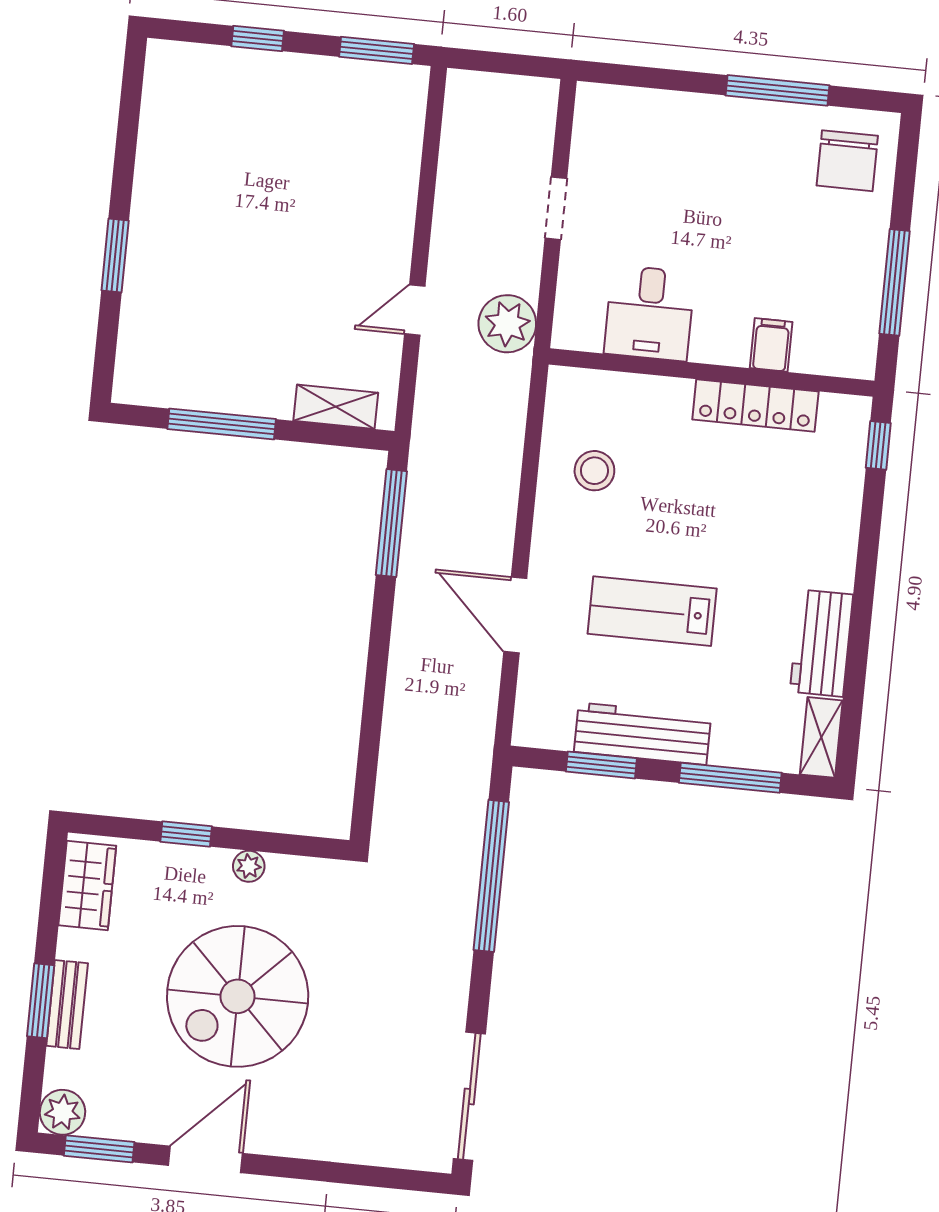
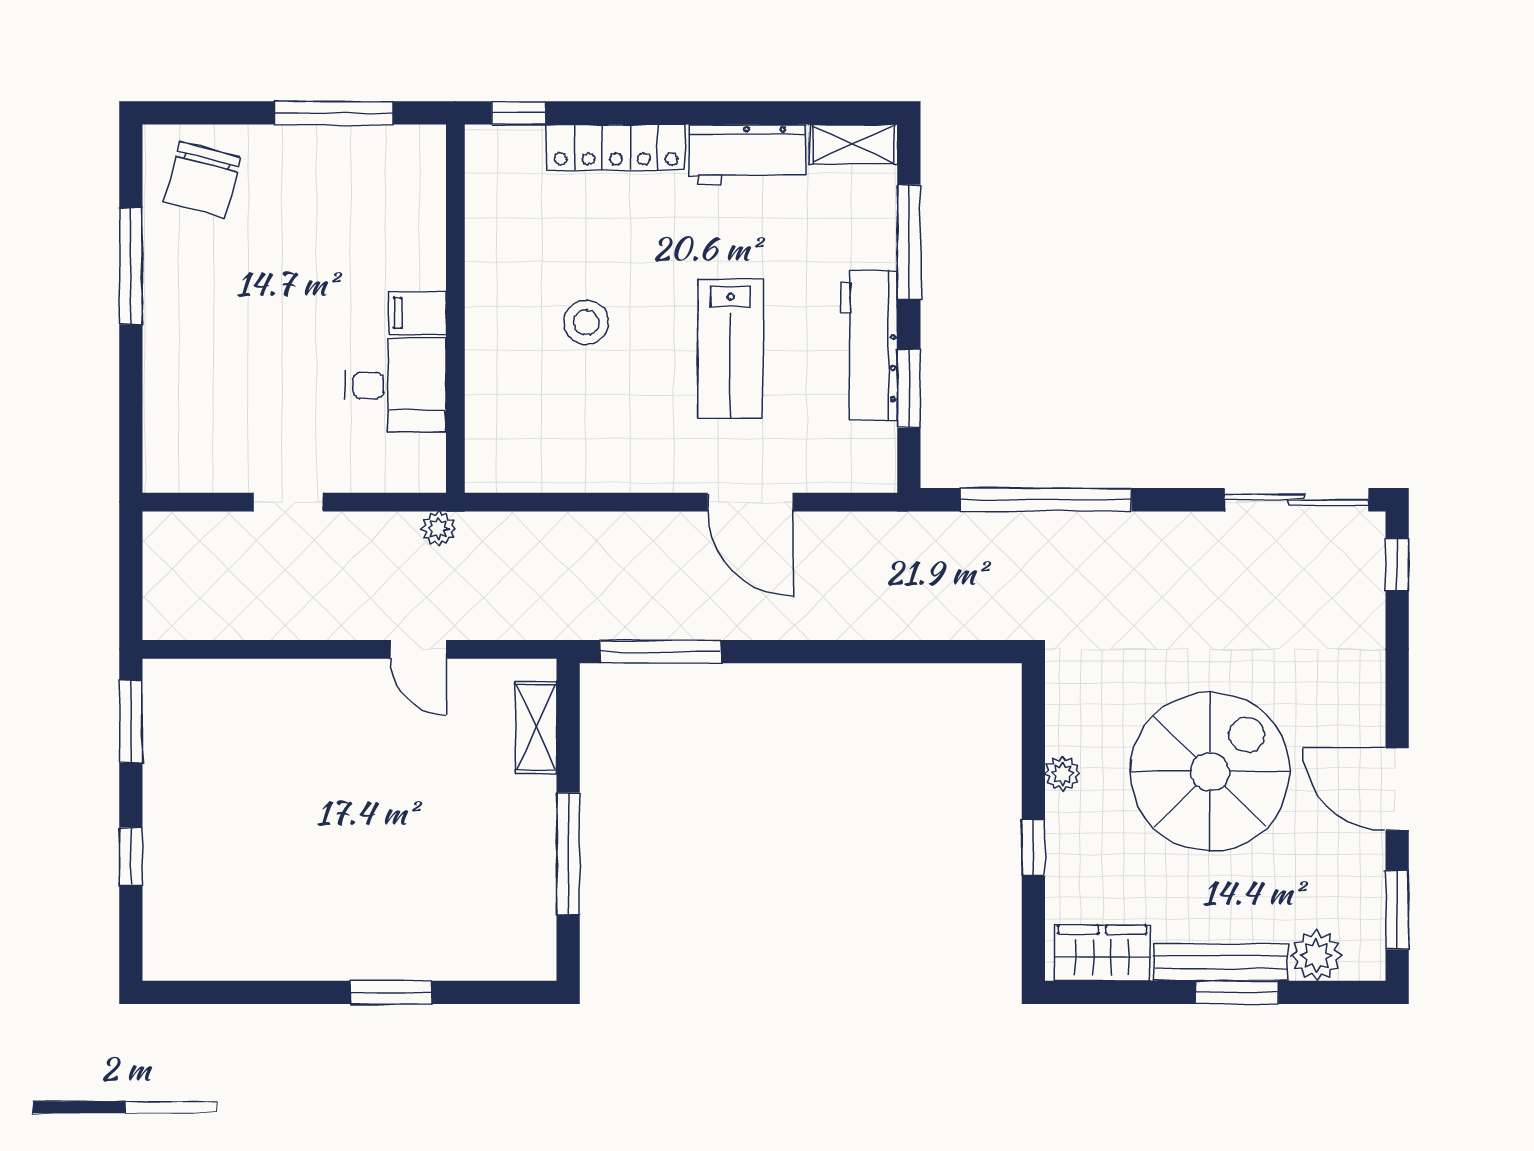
chair: (847, 161) -> (202, 180), turned 105
plant: (507, 324) -> (439, 529), width x0.53, depth x0.53
filing cabinet: (771, 345) -> (418, 313), moved
locker: (755, 406) -> (616, 147), moved, turned 90
stool: (594, 471) -> (586, 322), moved
door: (515, 615) -> (750, 502), hinge flipped
spiral stairs: (238, 996) -> (1210, 772), turned -90
bench: (67, 1005) -> (1221, 962), width x1.36
plant: (62, 1112) -> (1316, 955), moved
window: (404, 1179) -> (1397, 564), added

